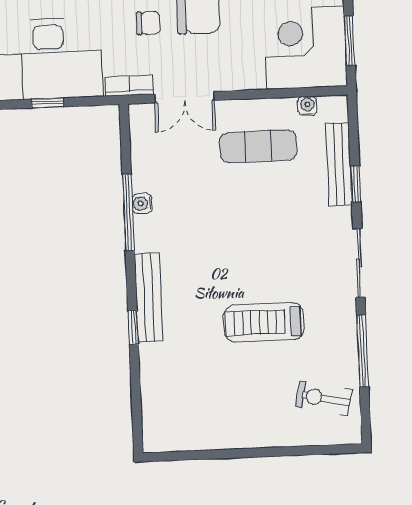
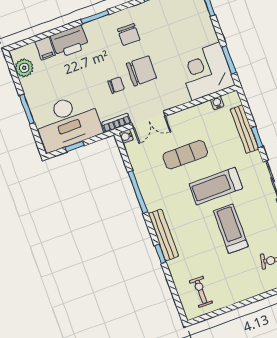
exercise mat: (258, 146) -> (185, 155), moved
water cooler: (142, 204) -> (126, 136), moved
treadmill: (261, 244) -> (216, 186), added
treadmill: (264, 322) -> (231, 229), turned 90
exercise bike: (181, 412) -> (201, 292), added

